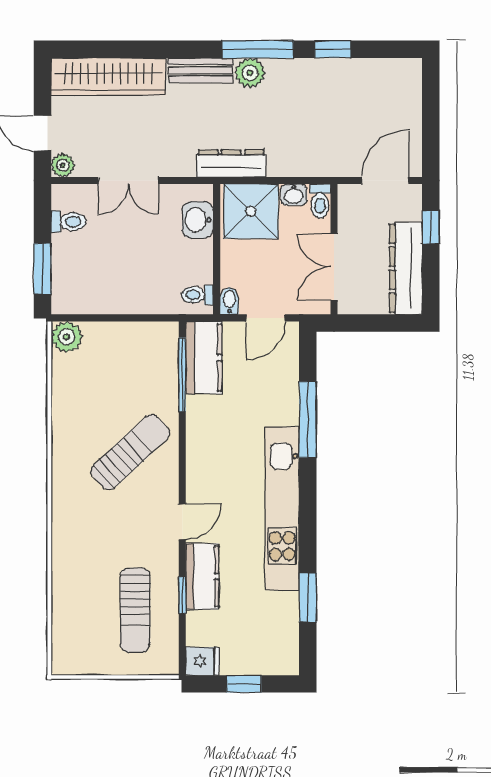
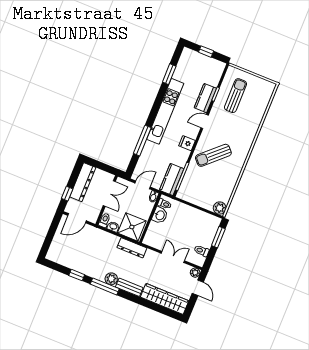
washbasin: (198, 220) -> (160, 215), moved
fridge: (202, 661) -> (187, 143), moved

